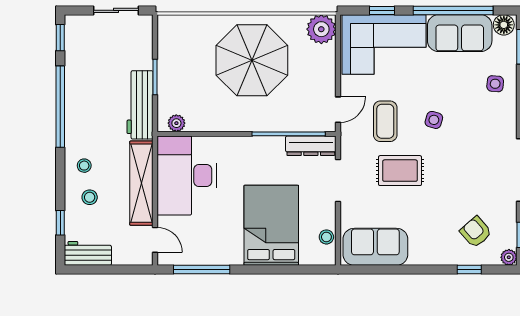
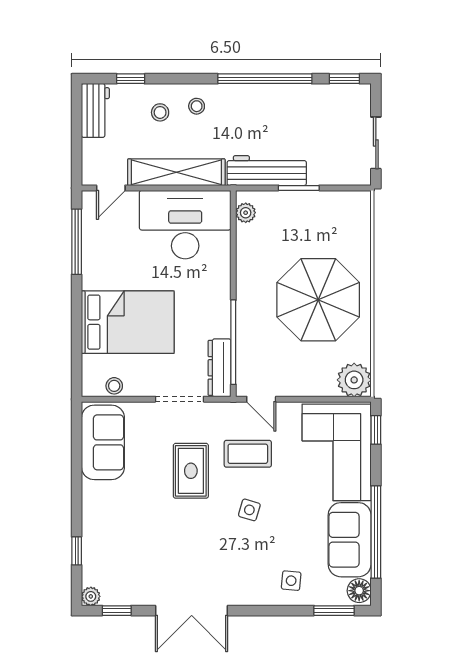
window: (382, 10) -> (376, 430), moved
armchair: (476, 232) -> (120, 558), removed

